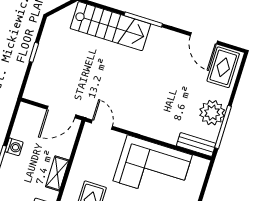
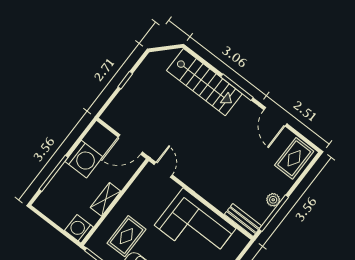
door: (204, 38) -> (275, 117), moved
plant: (212, 113) -> (273, 200), width x0.53, depth x0.53
washing machine: (14, 147) -> (84, 159), width x1.89, depth x1.89

